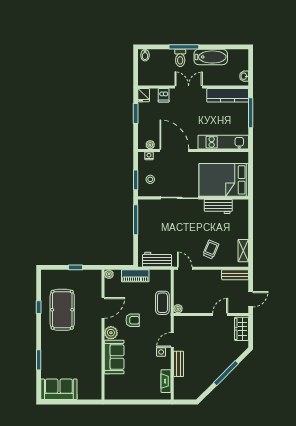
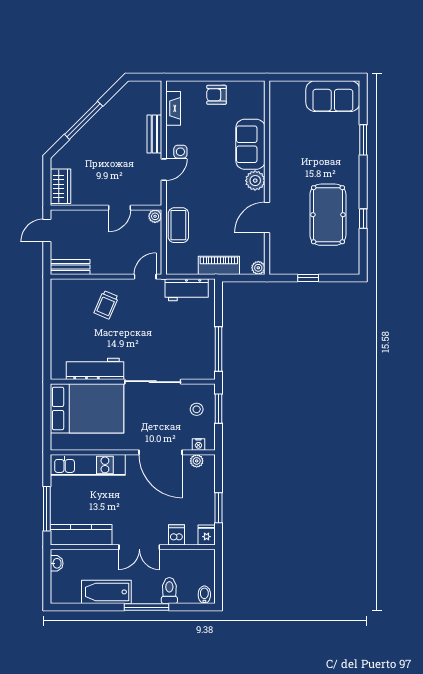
toilet: (180, 58) -> (169, 591), moved
workbench: (218, 206) -> (95, 369), width x1.38
shelving: (243, 251) -> (58, 303), removed
door: (185, 268) -> (145, 277), swing flipped
door: (220, 315) -> (120, 208), moved
armchair: (133, 320) -> (216, 95), moved

